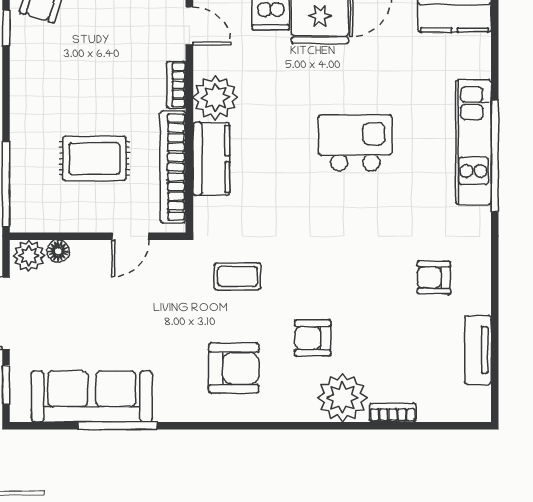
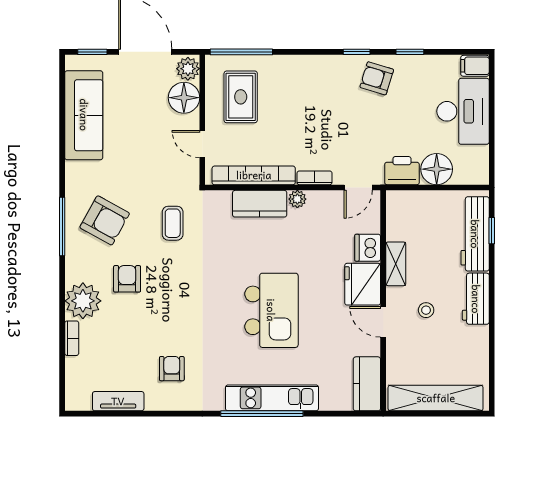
plant: (215, 98) -> (297, 199), width x0.53, depth x0.53
kitchen island: (355, 143) -> (271, 310), width x1.37, depth x1.28
rug: (94, 158) -> (241, 97), moved
floor lamp: (58, 251) -> (184, 98), width x1.89, depth x1.89
armchair: (234, 368) -> (105, 220), turned -61
window: (118, 426) -> (62, 227), moved

